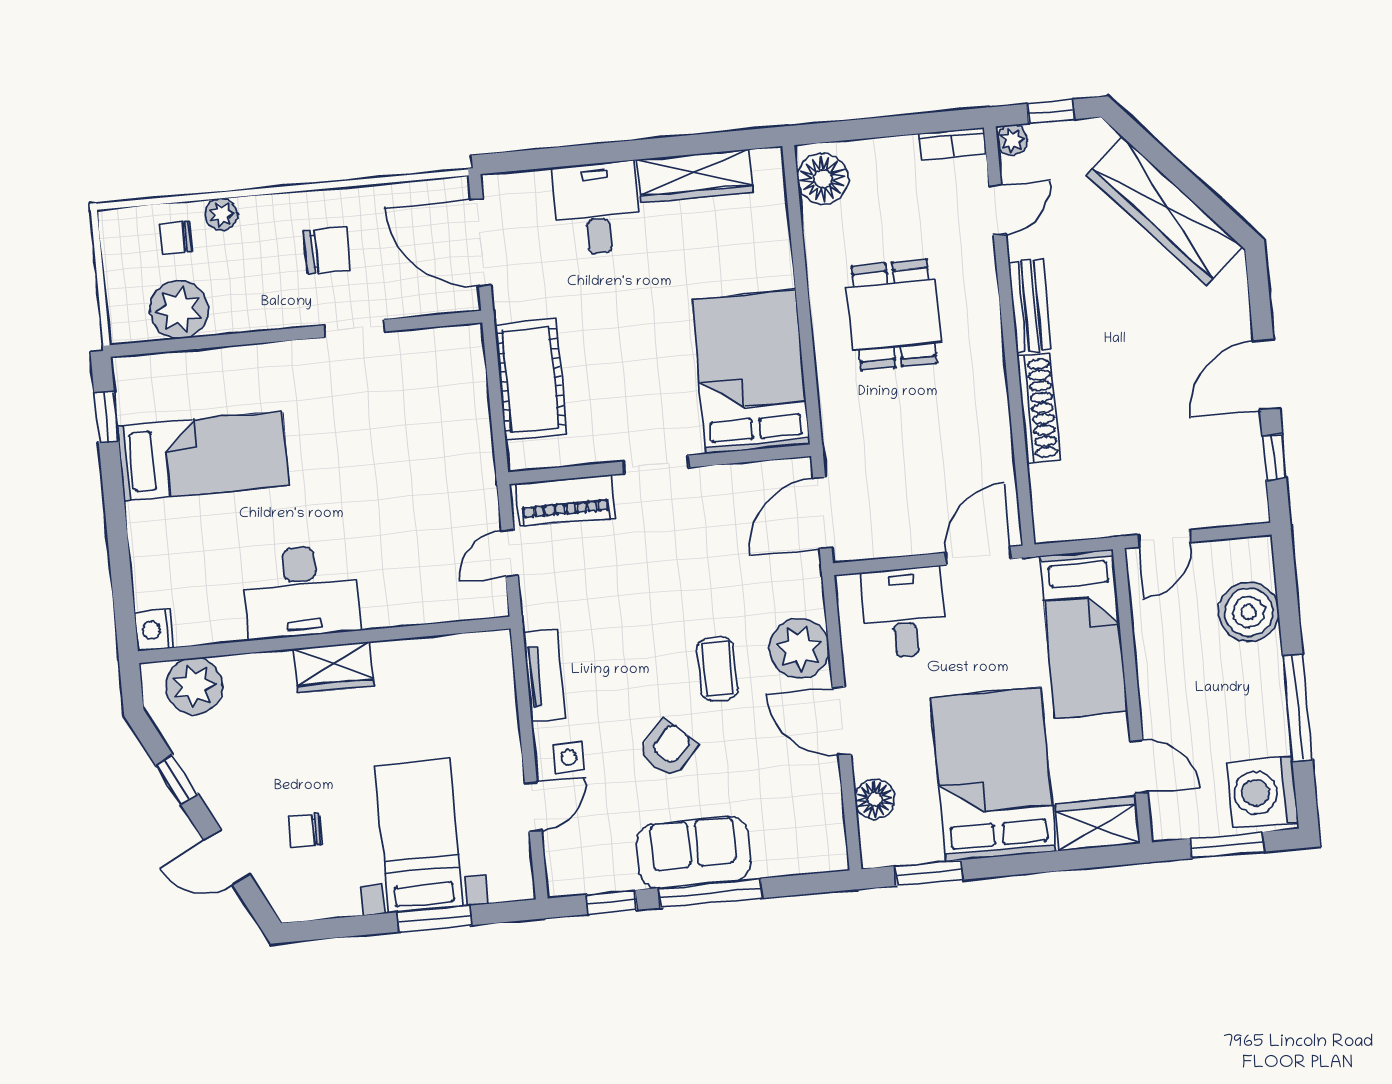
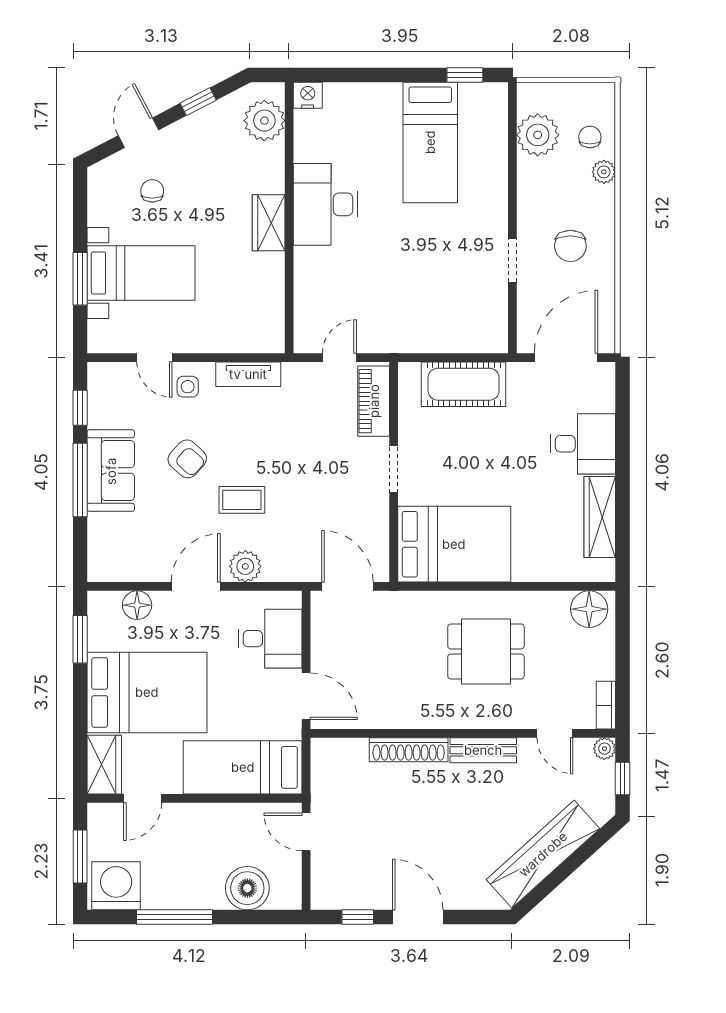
door: (510, 553) -> (339, 358), hinge flipped
plant: (799, 648) -> (245, 566), width x0.73, depth x0.73

